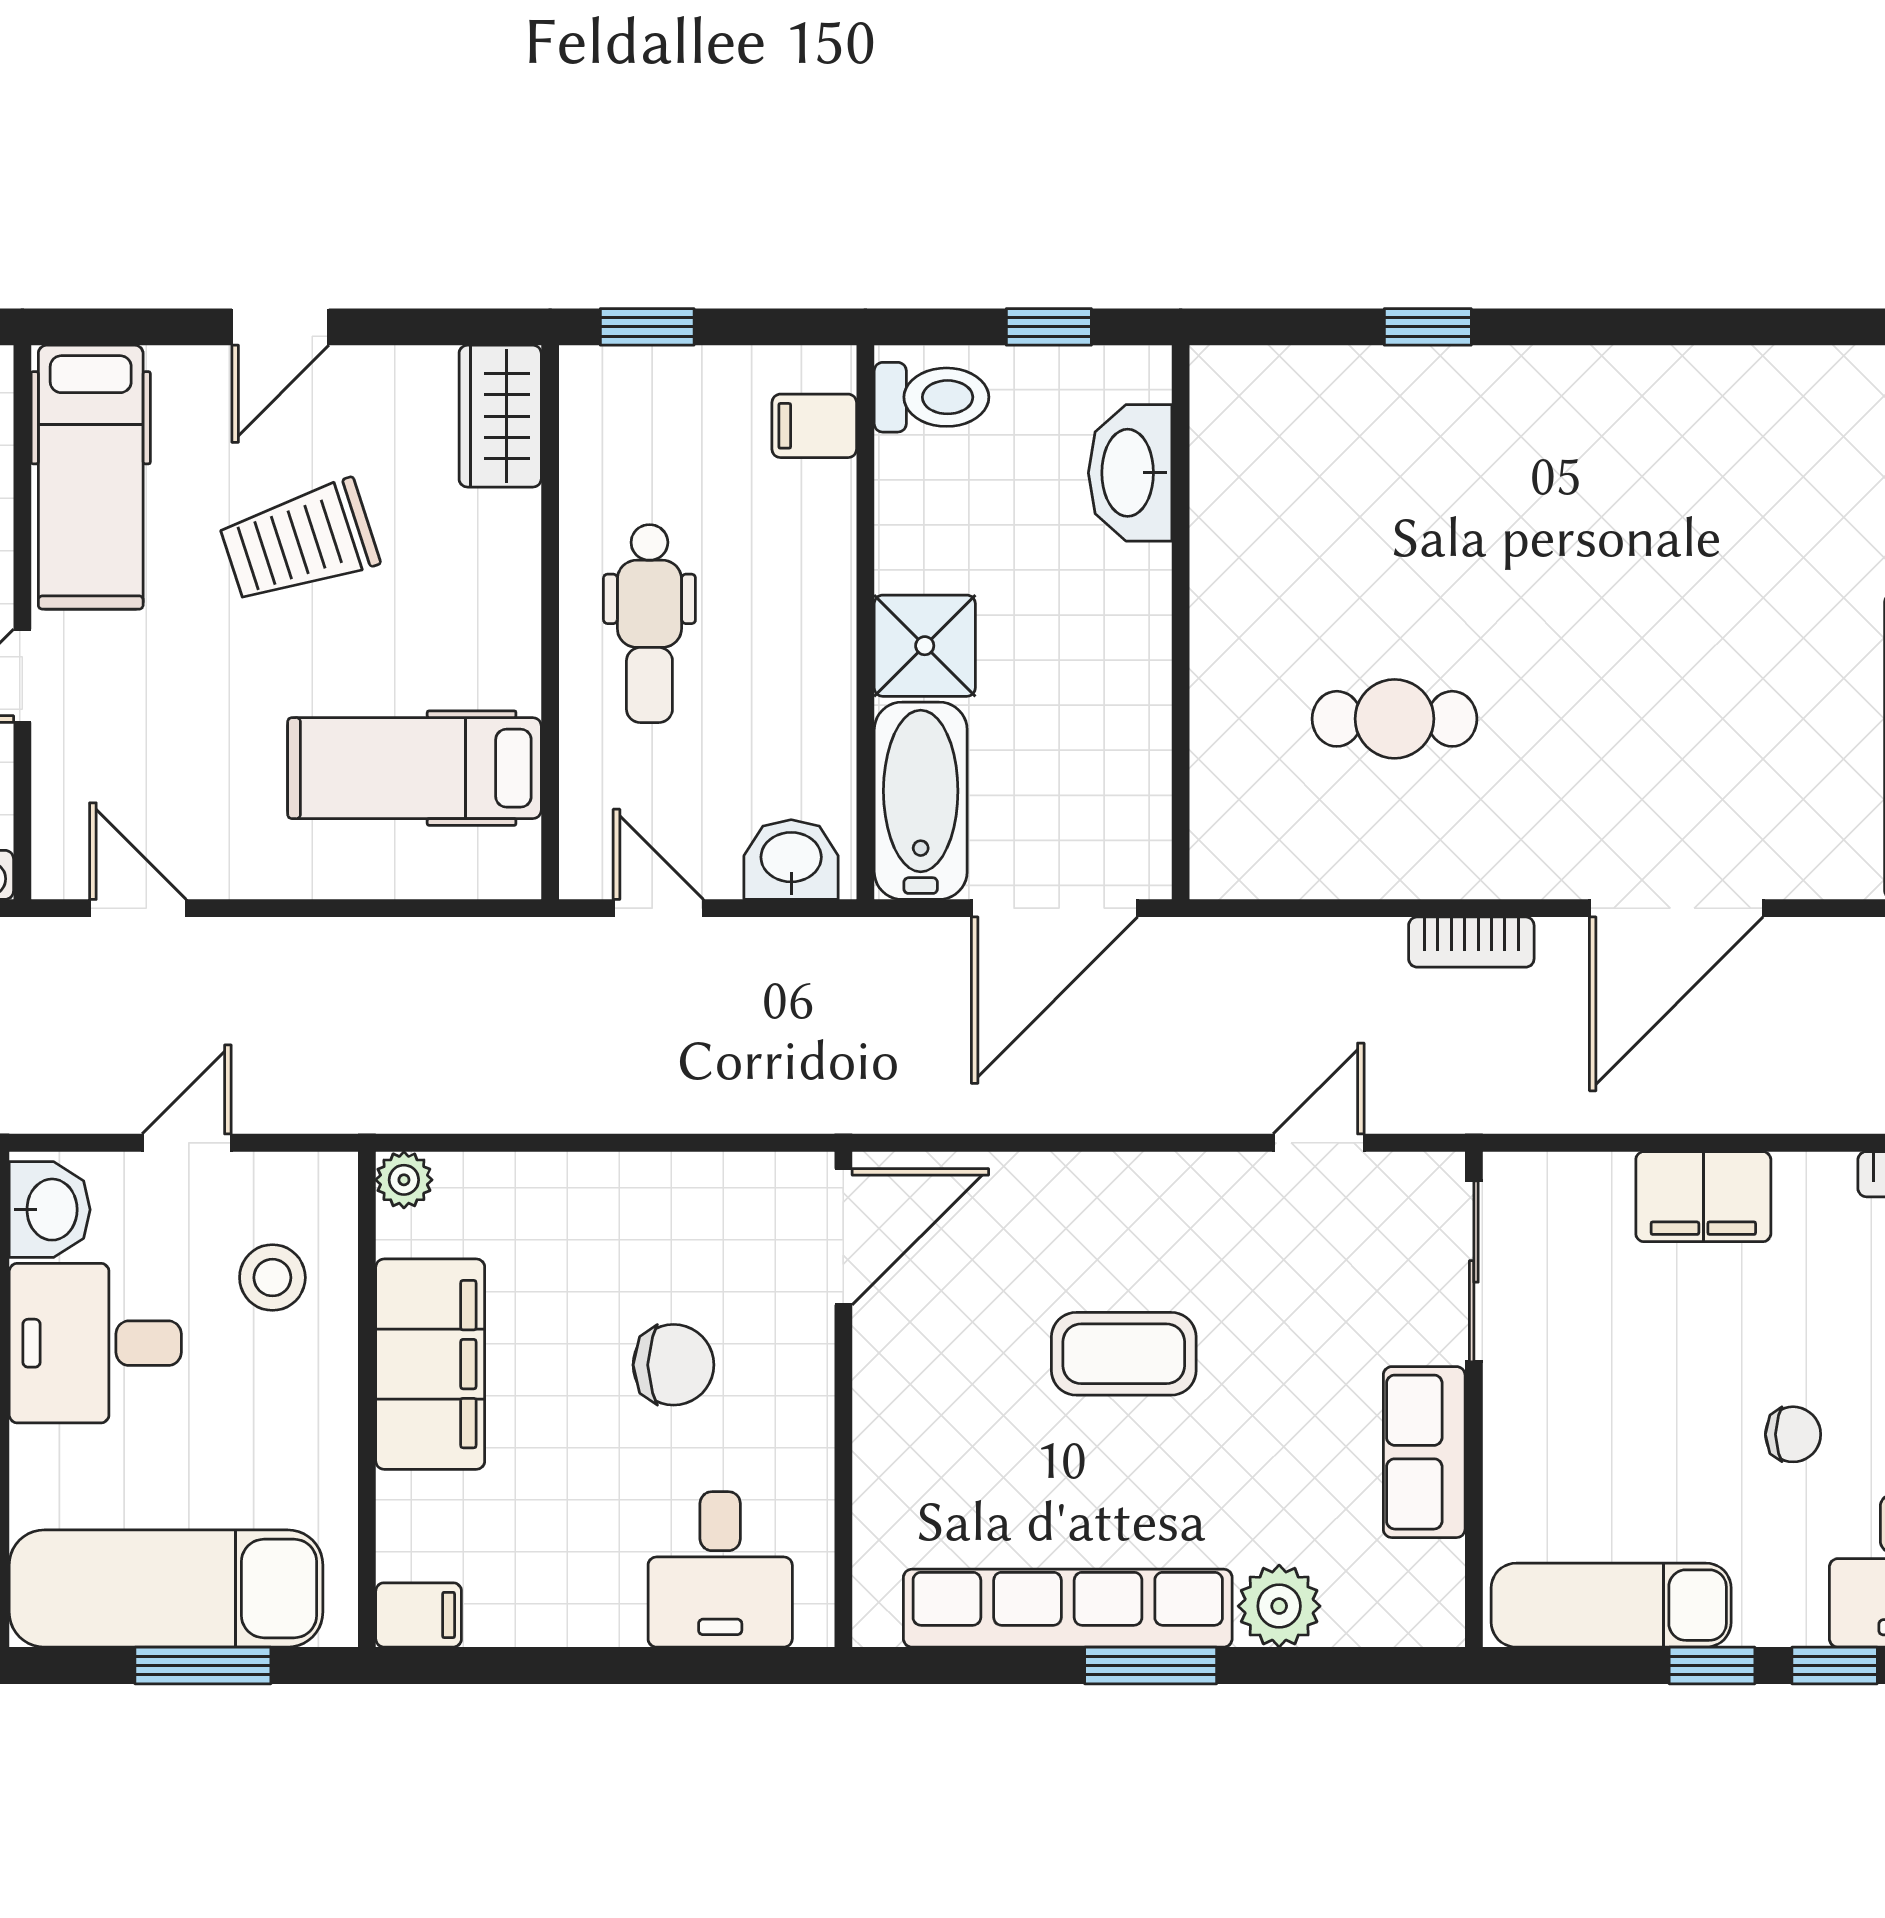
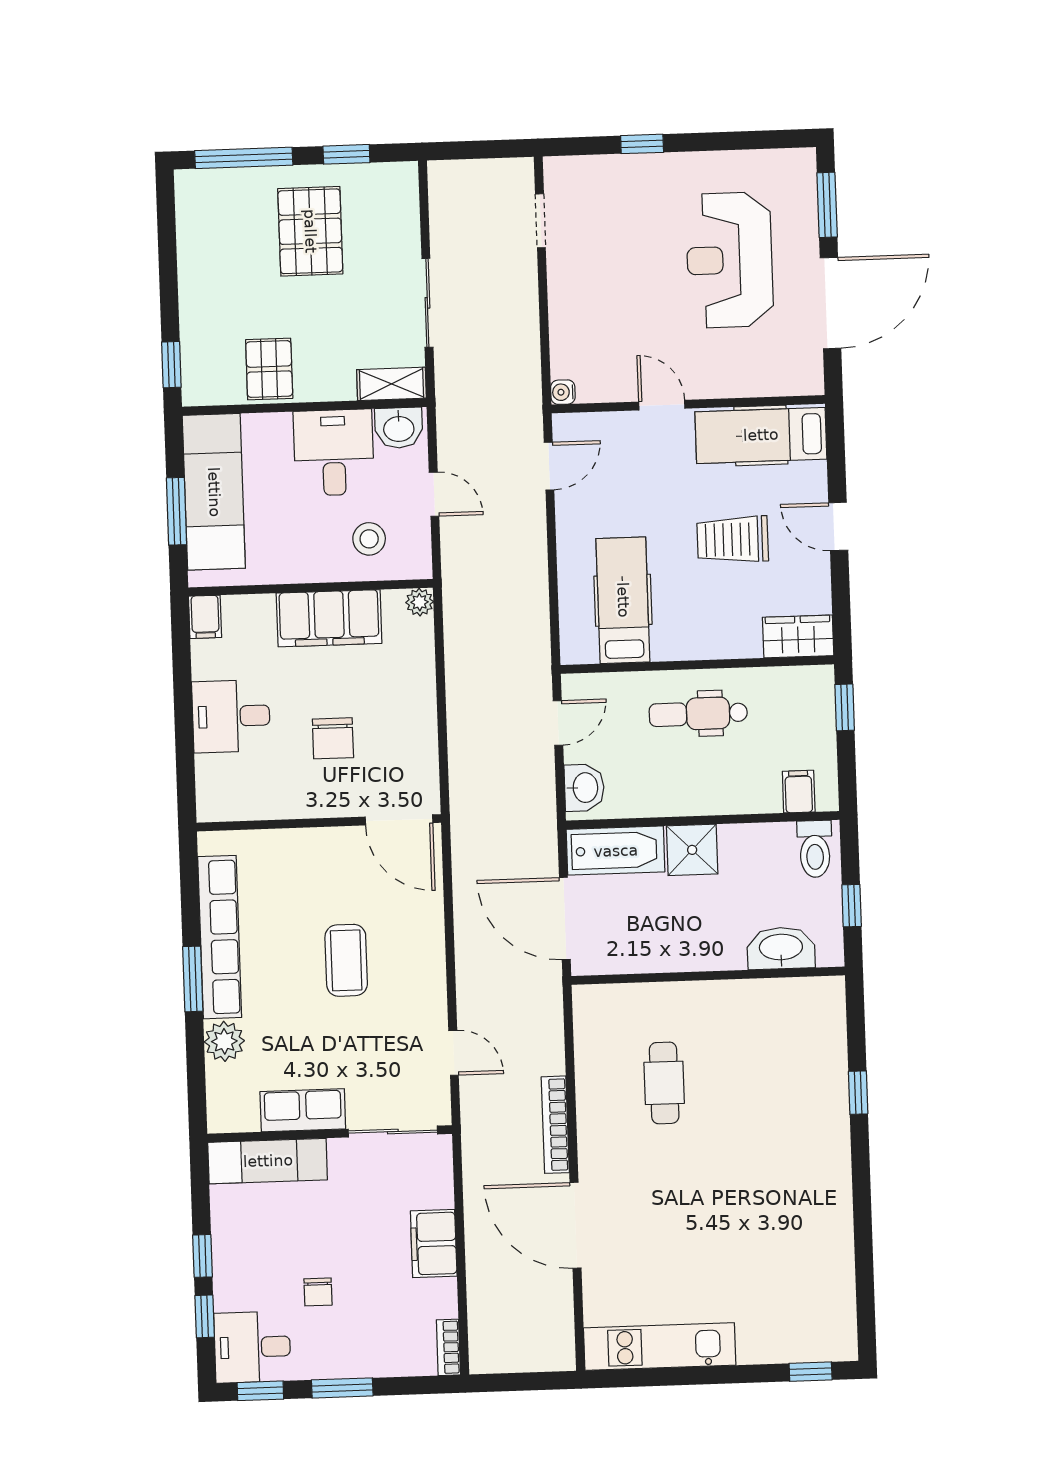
trolley: (299, 542) -> (733, 539), turned -72
bookcase: (1471, 942) -> (555, 1125), width x1.56
desk: (720, 1569) -> (231, 716), moved
exam couch: (1611, 1605) -> (268, 1161), moved, turned 90

